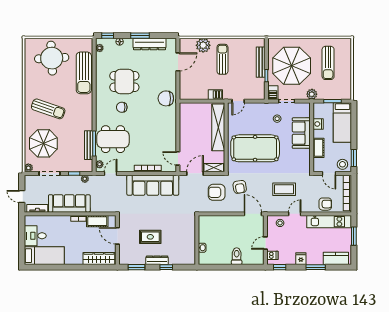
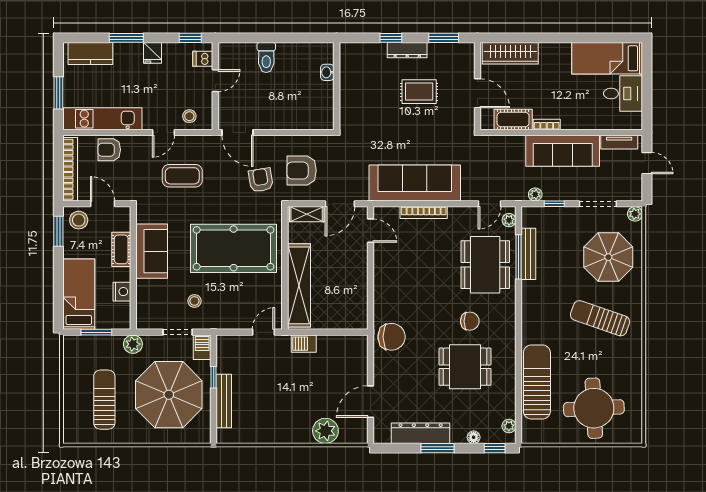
sun lounger: (222, 59) -> (291, 406), removed
sofa: (301, 133) -> (152, 251), moved
dining table: (113, 139) -> (485, 265), turned 90
armchair: (217, 192) -> (302, 170), turned 180

